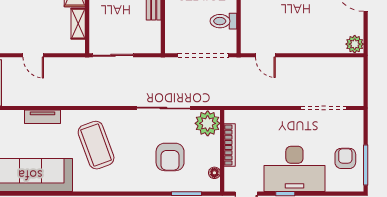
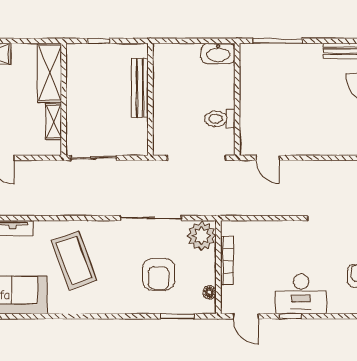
desk: (294, 169) -> (301, 294), width x0.73, depth x0.77

